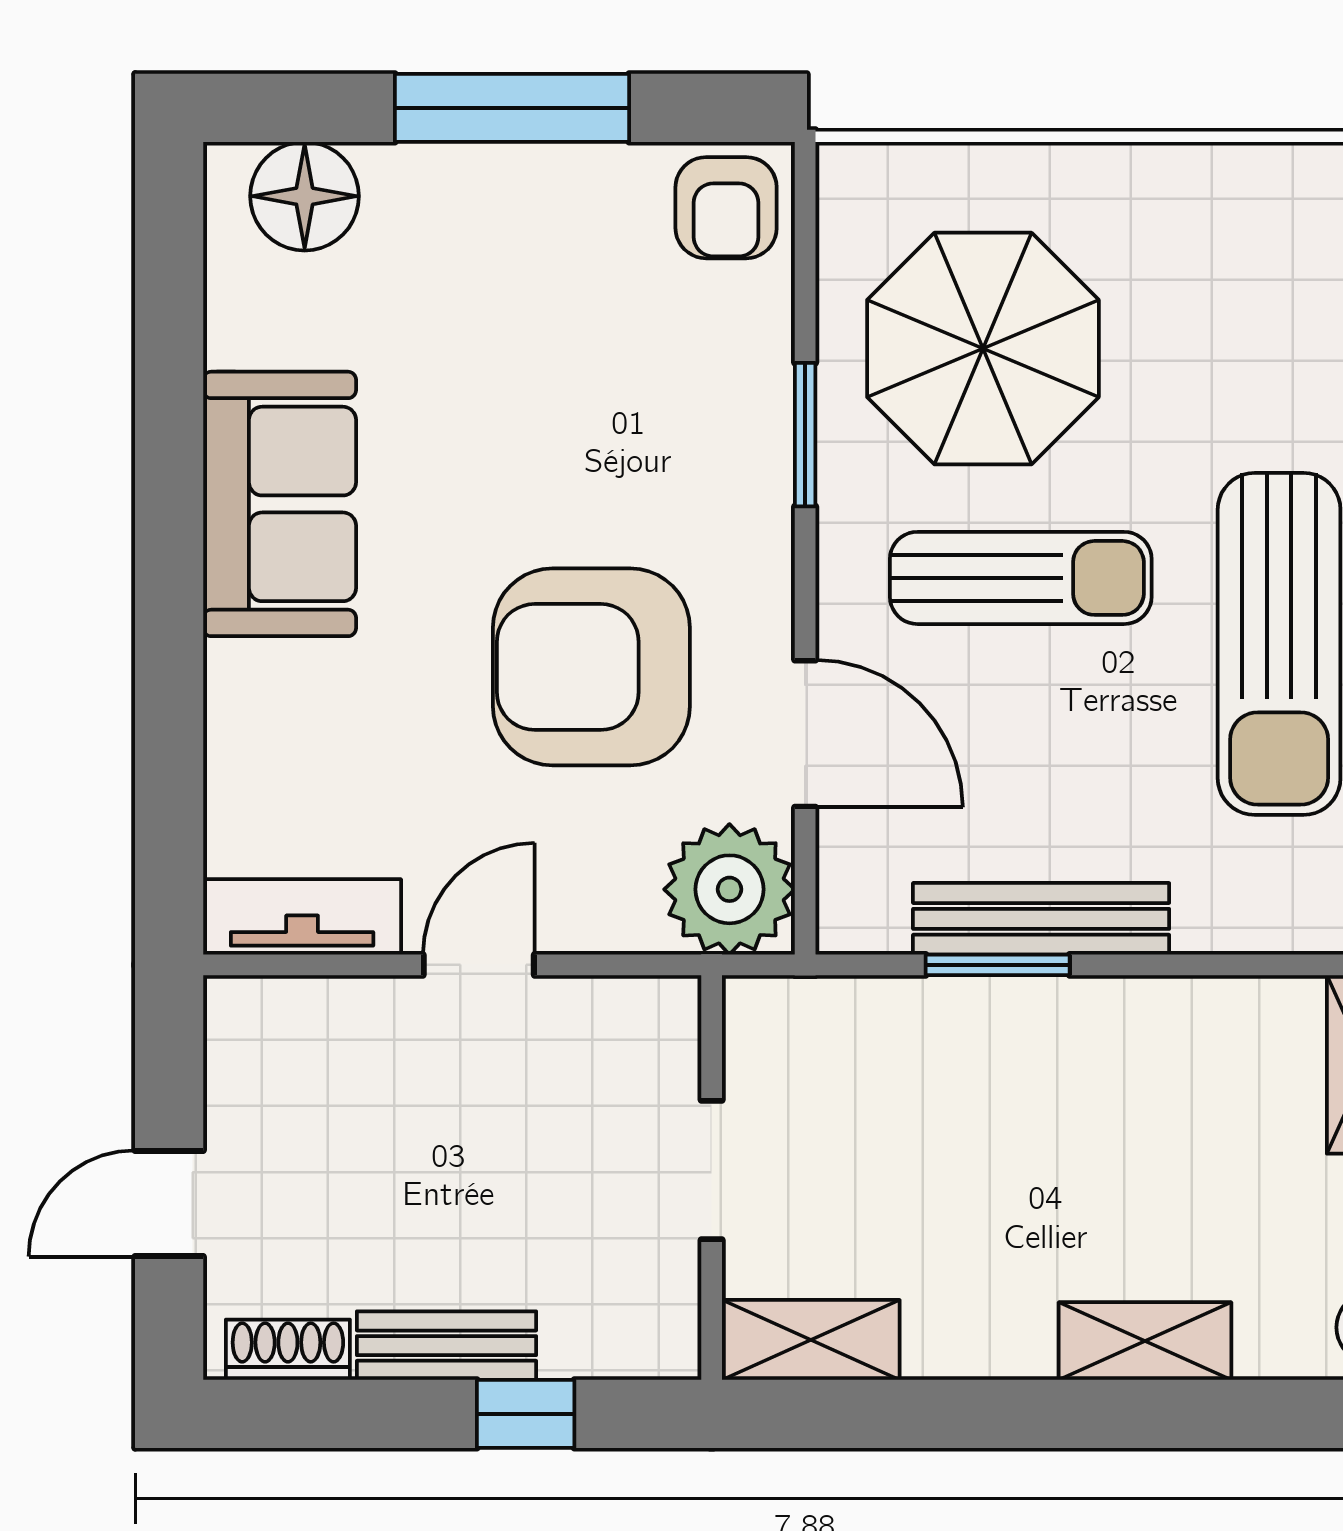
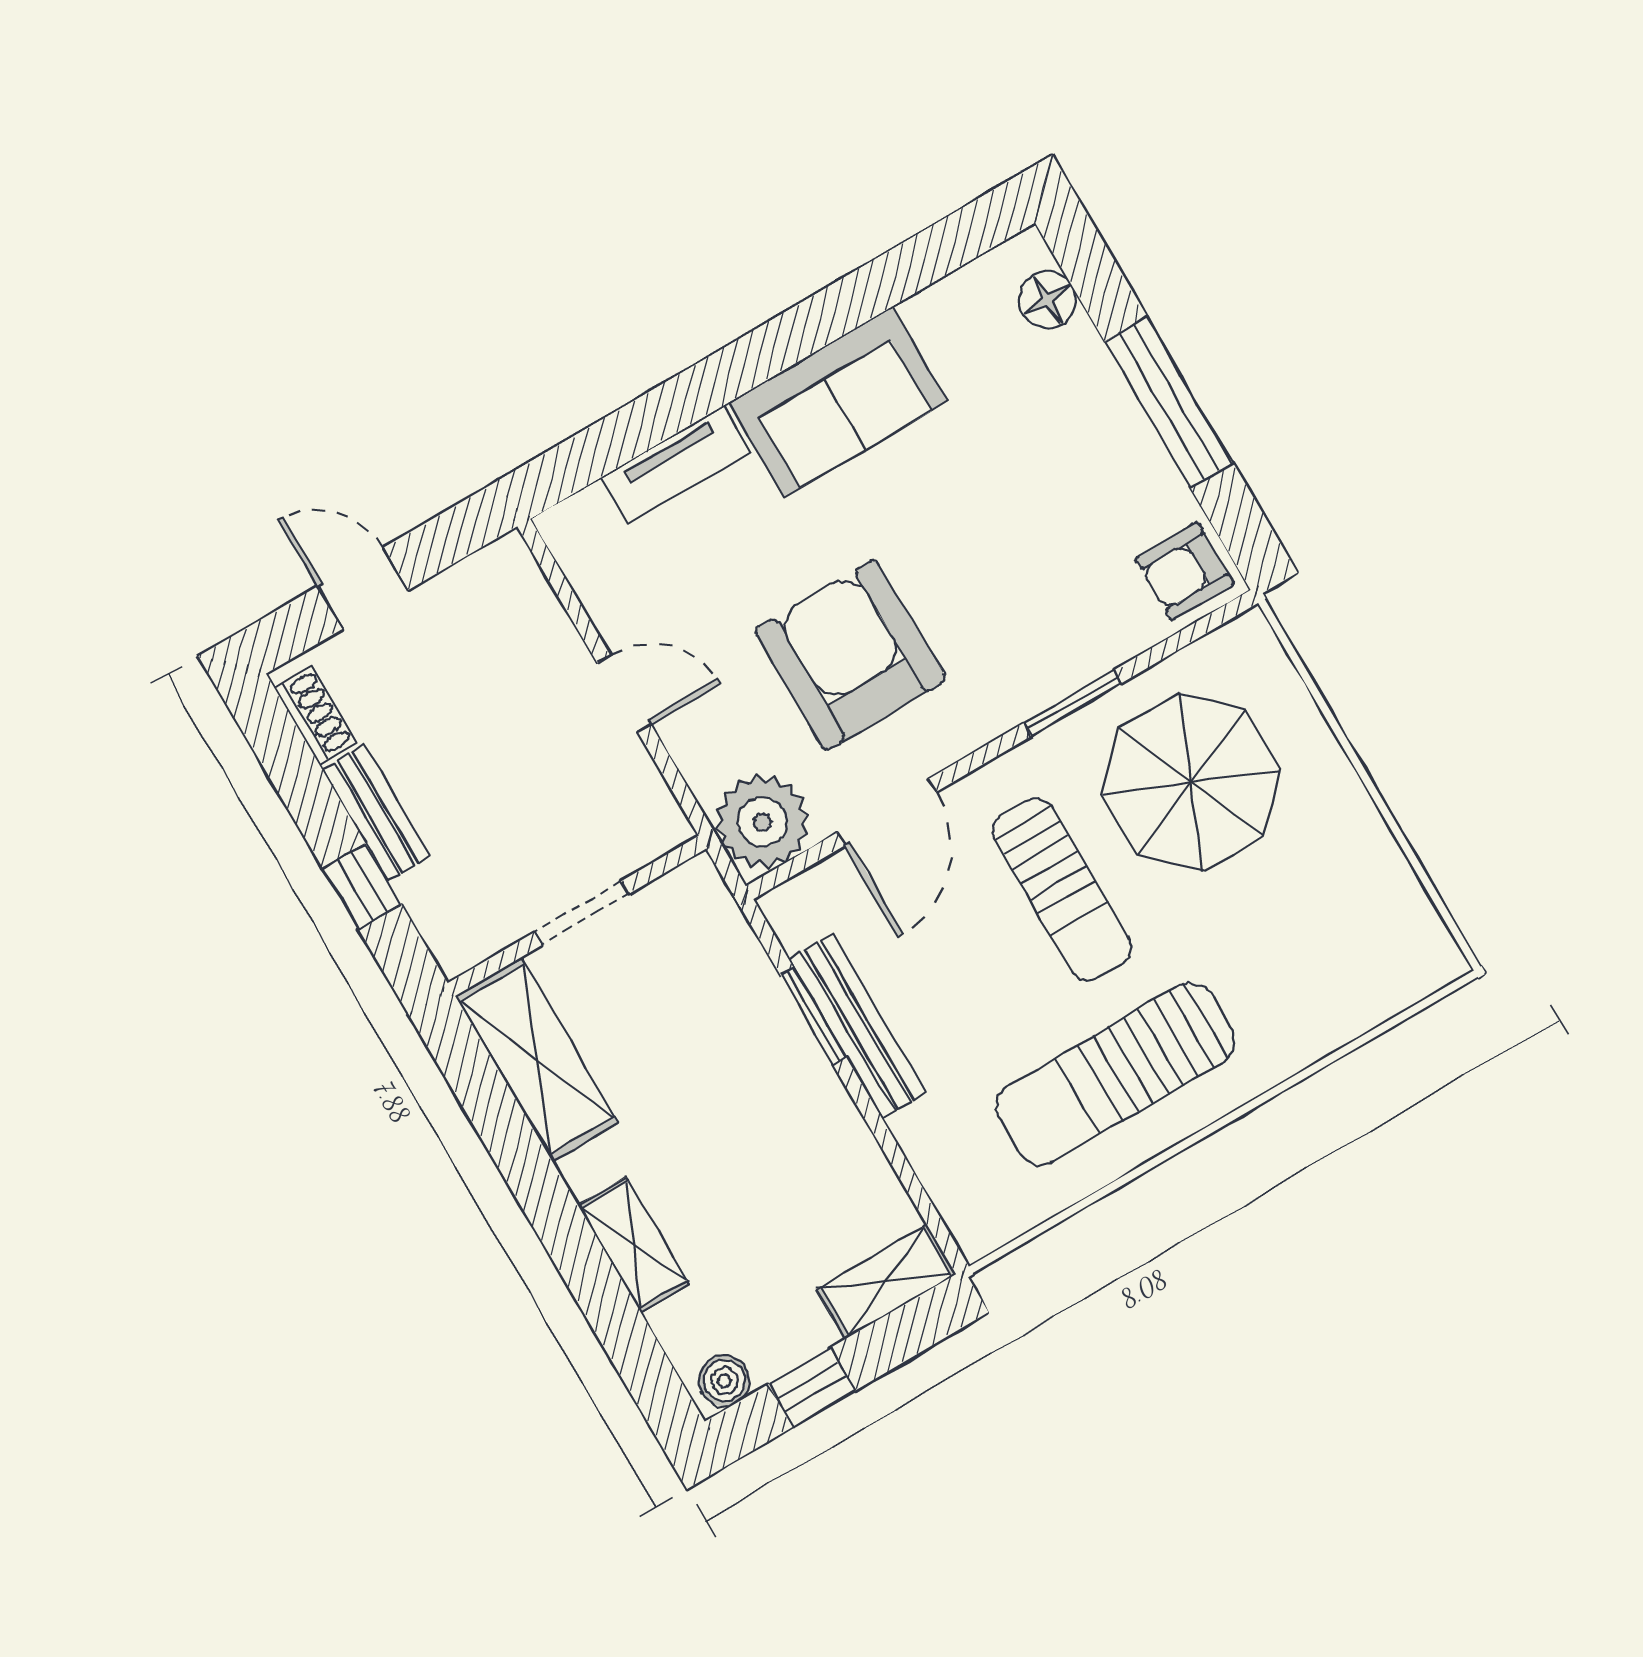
floor lamp: (305, 196) -> (1047, 300), width x0.73, depth x0.73
tv unit: (302, 917) -> (676, 465), moved, turned 90
shelving: (811, 1340) -> (537, 1059), width x1.50, depth x1.33

